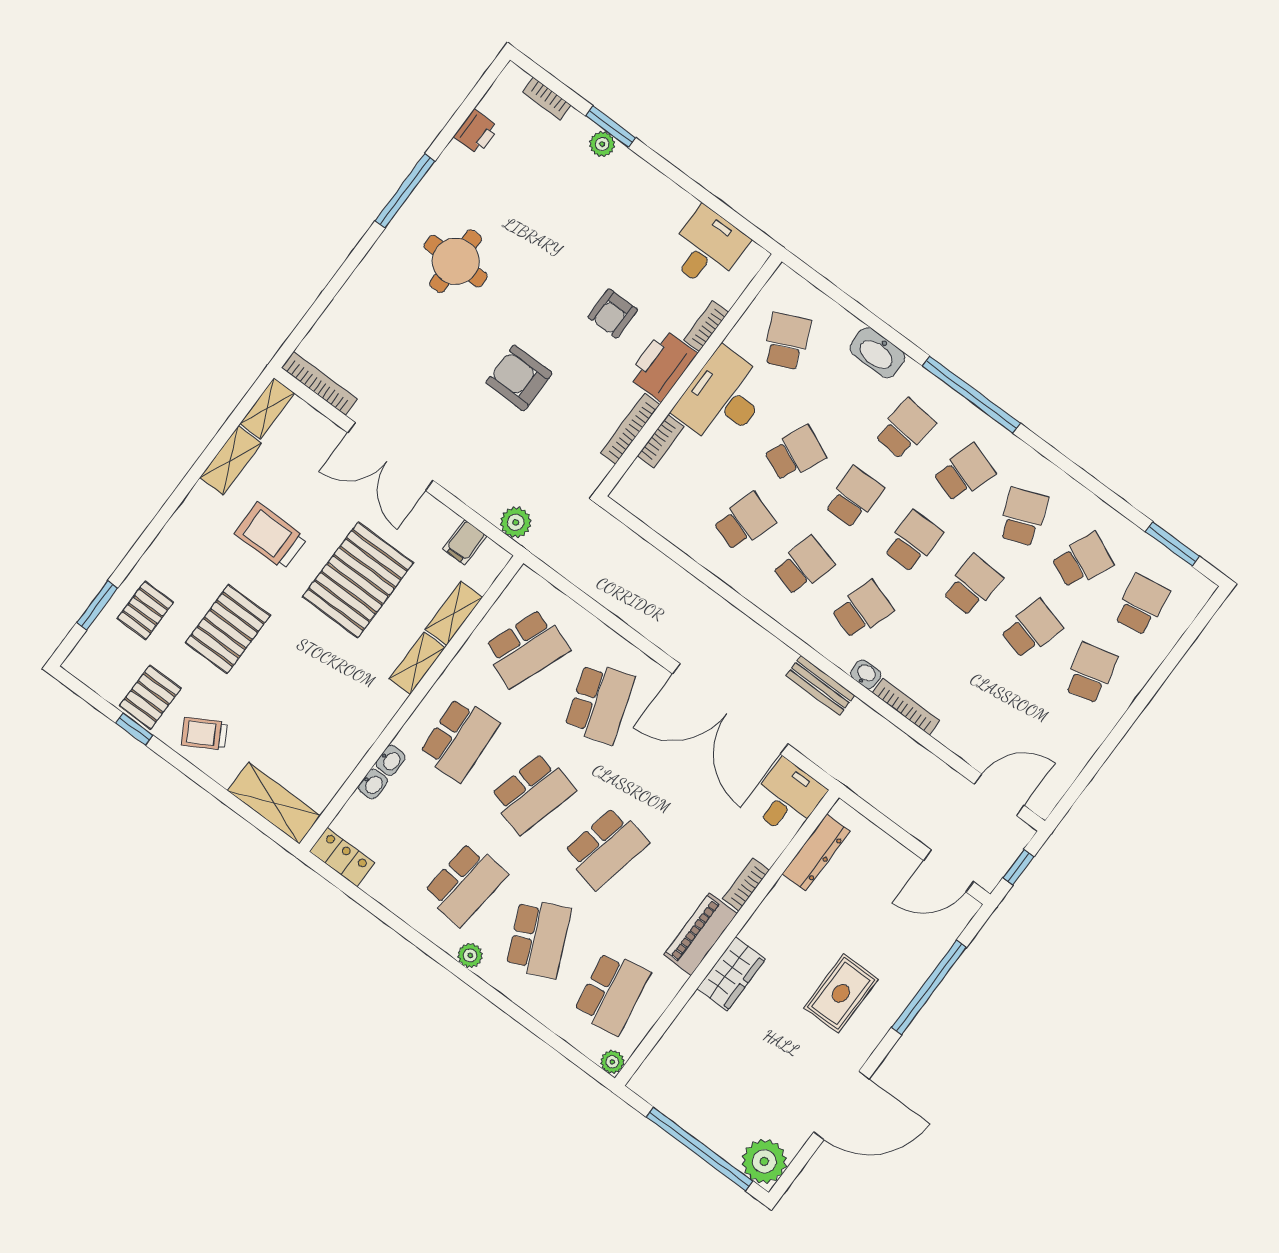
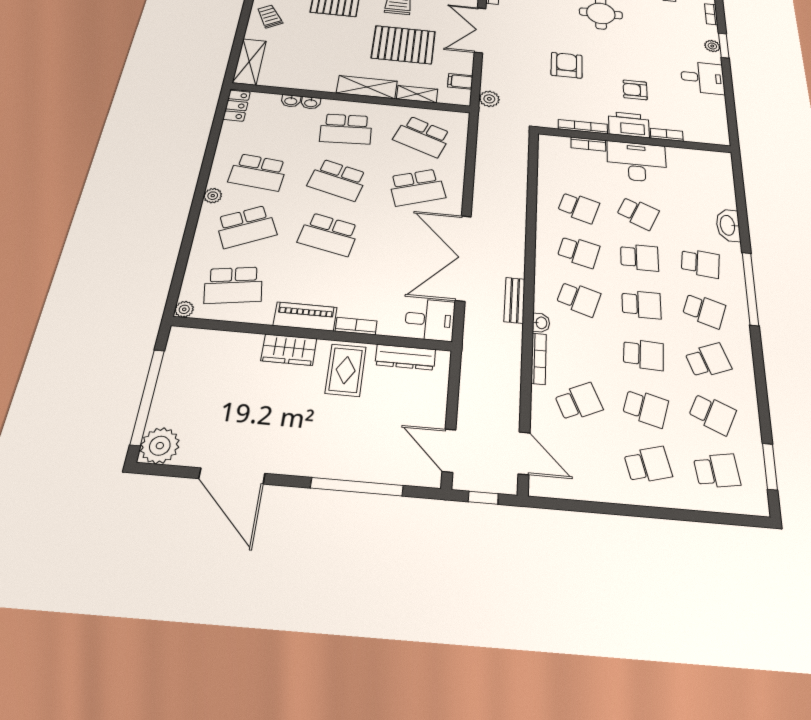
desk: (707, 248) -> (703, 78), moved
school desk: (787, 341) -> (579, 402), moved
shelving: (417, 663) -> (367, 87), width x1.50, depth x1.33
rug: (841, 993) -> (346, 370), moved, turned 90

